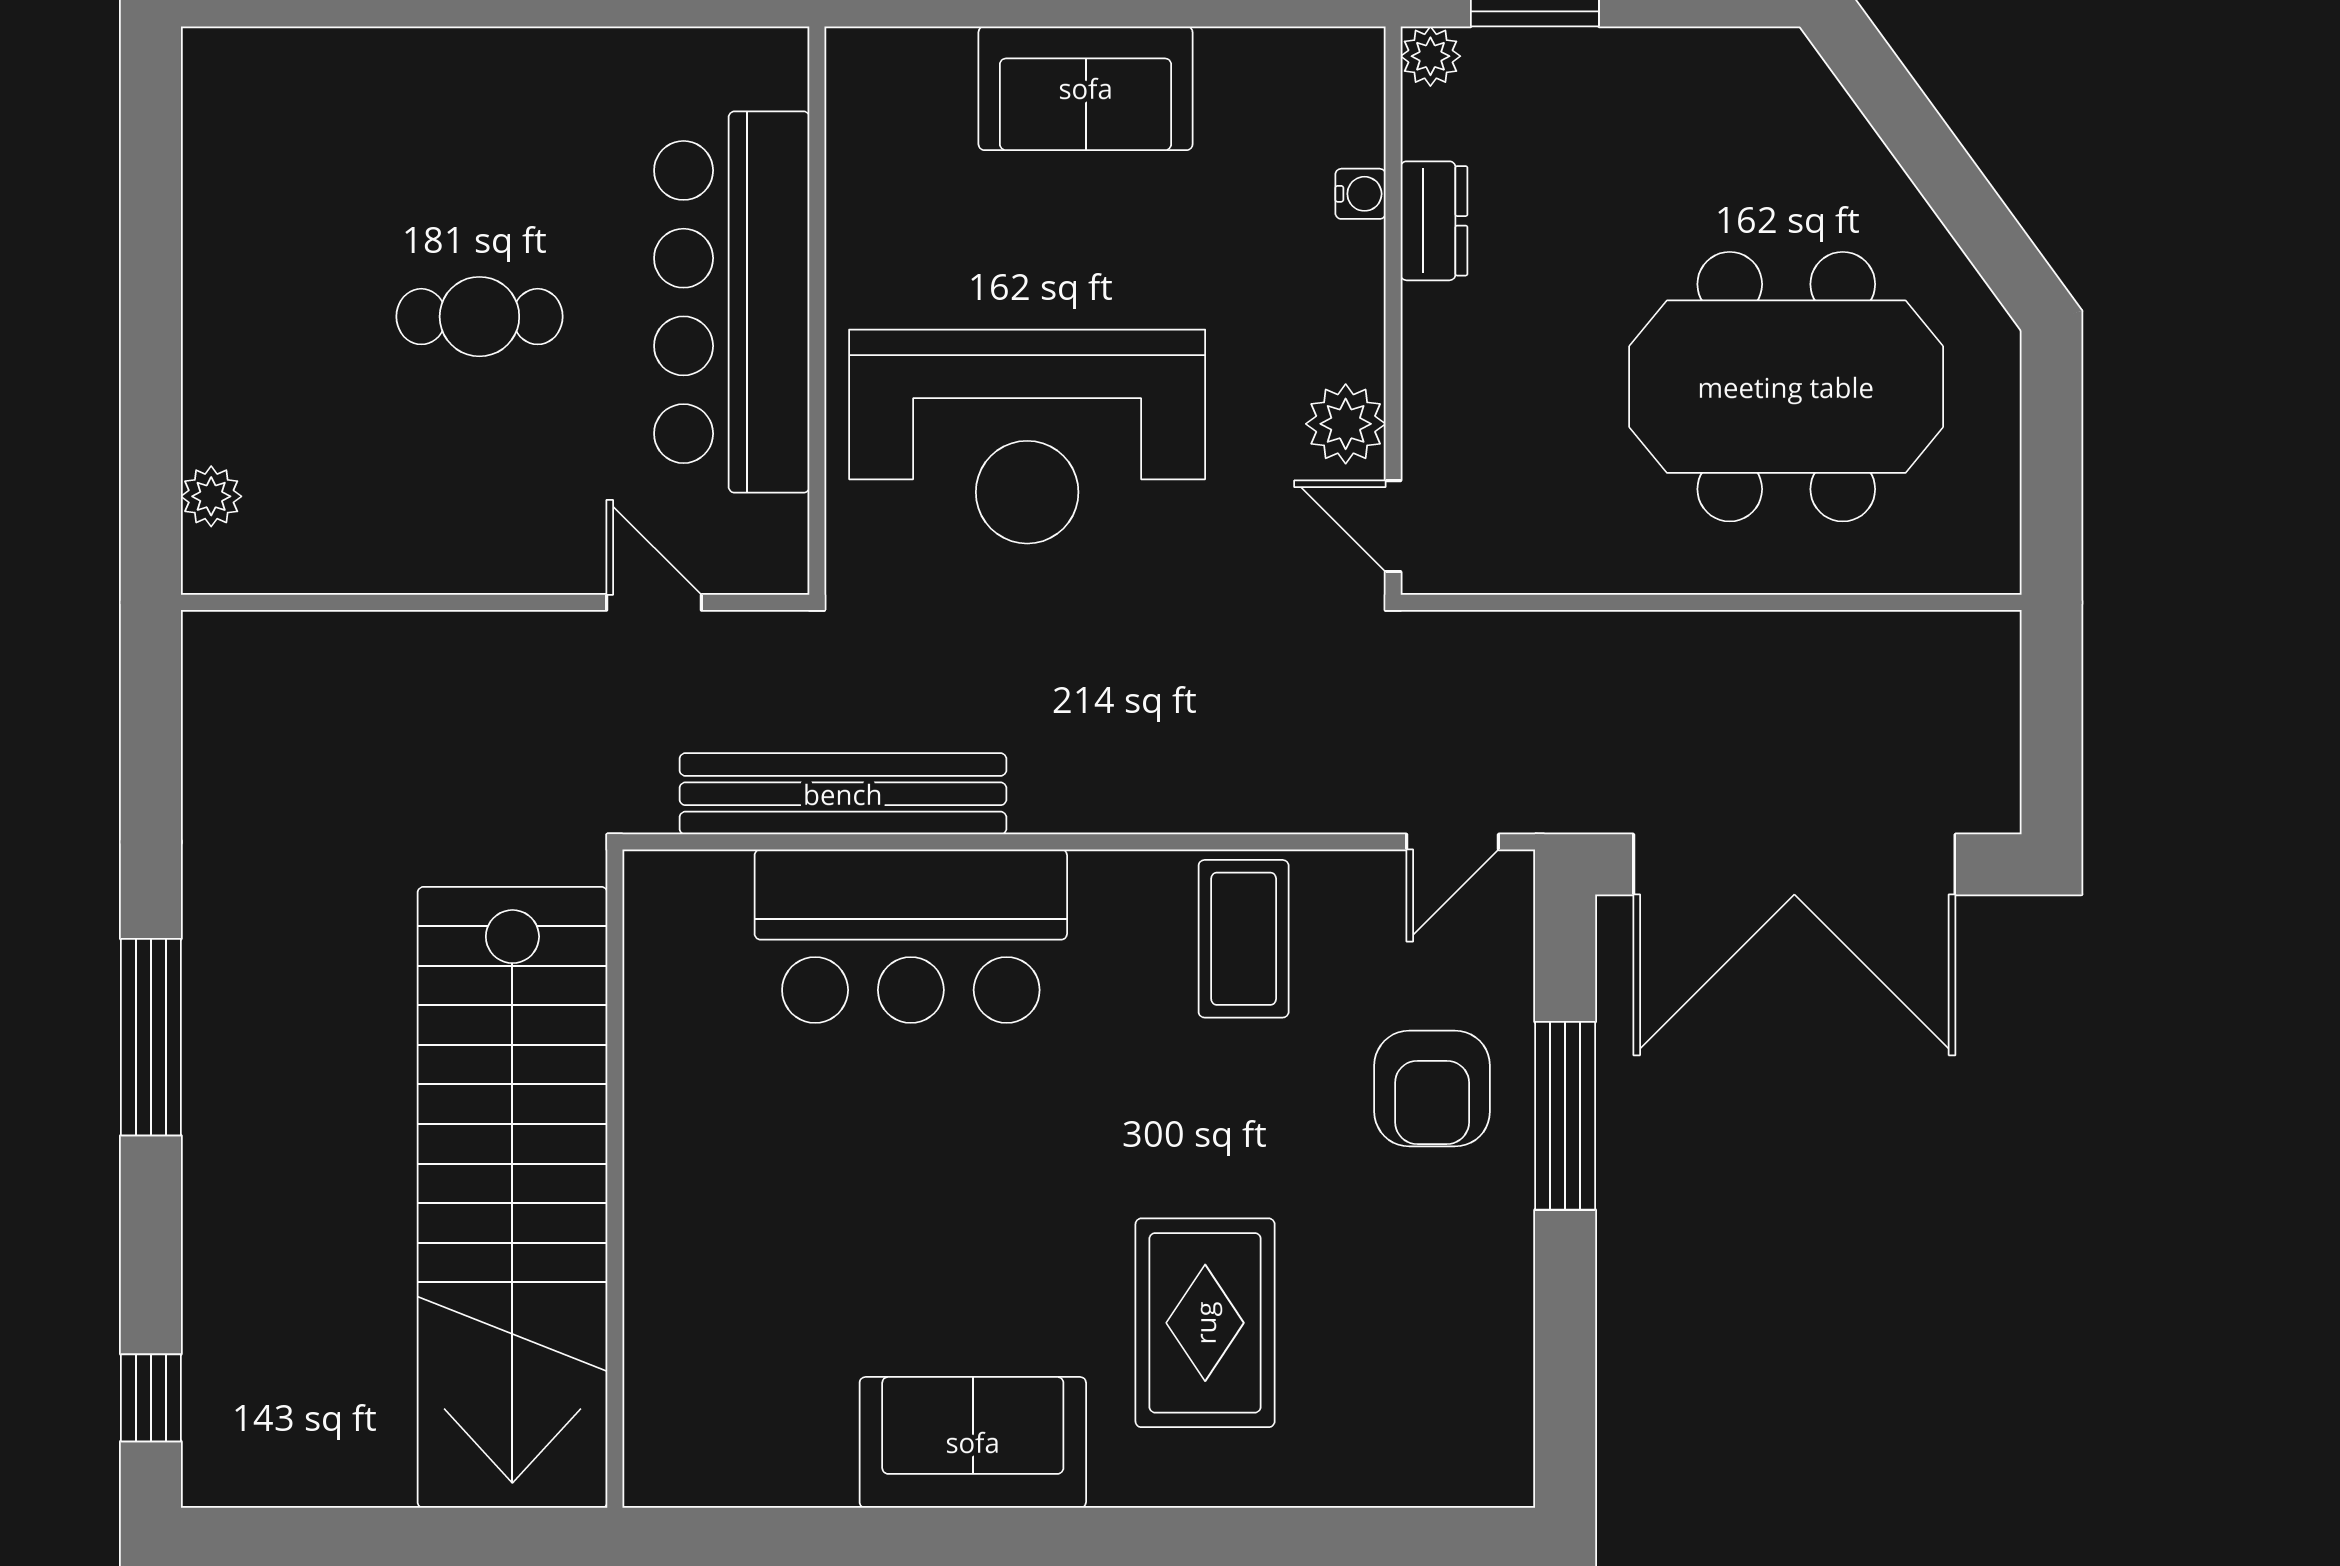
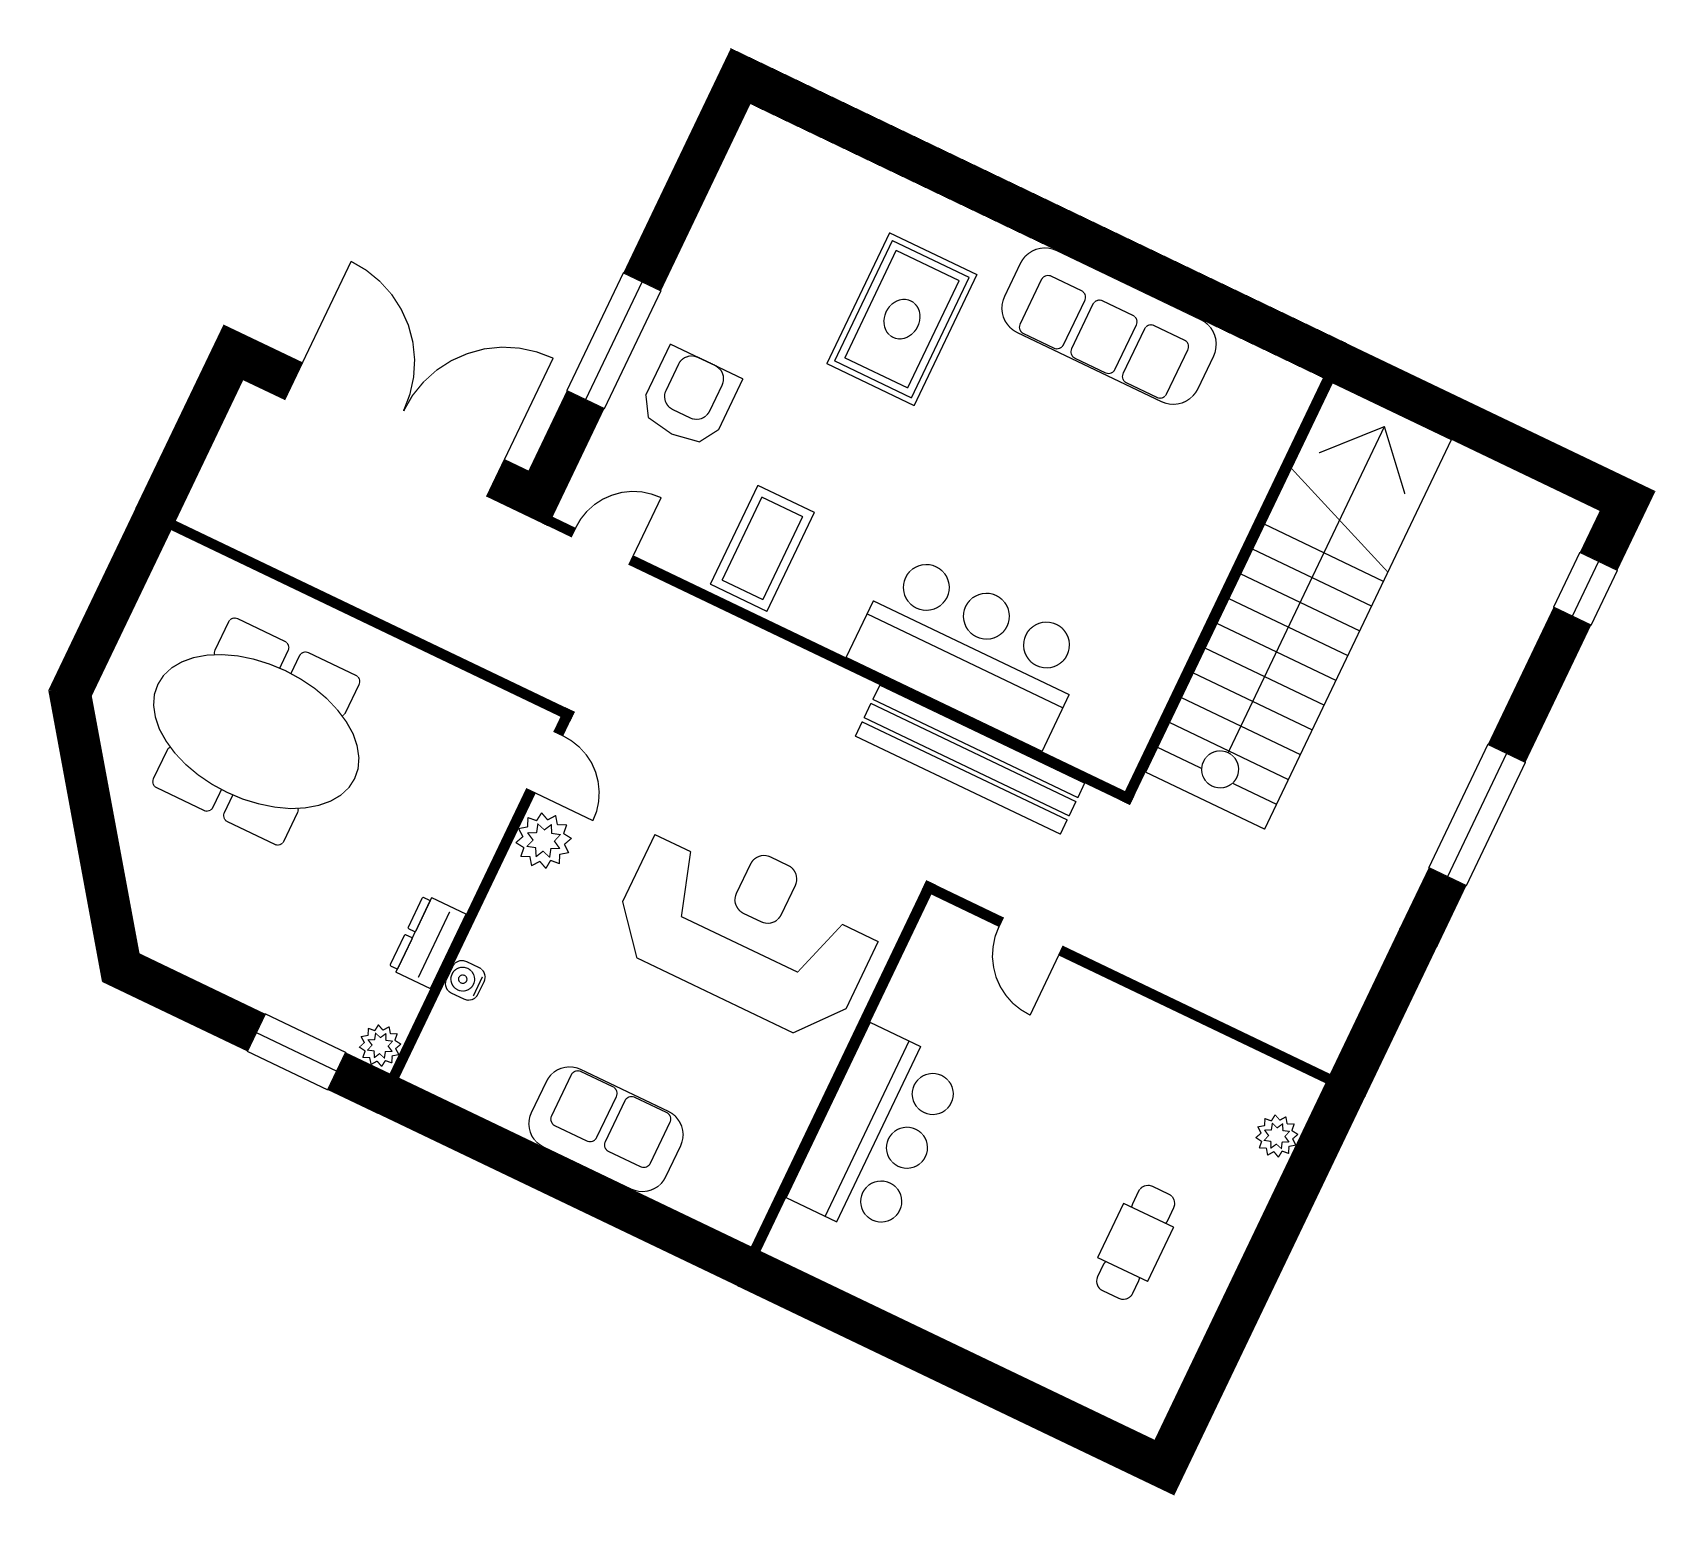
bar counter: (732, 302) -> (877, 1133), width x0.73
cafe table: (479, 317) -> (1136, 1242), moved, turned 90
sofa: (973, 1442) -> (1109, 326), width x1.36

